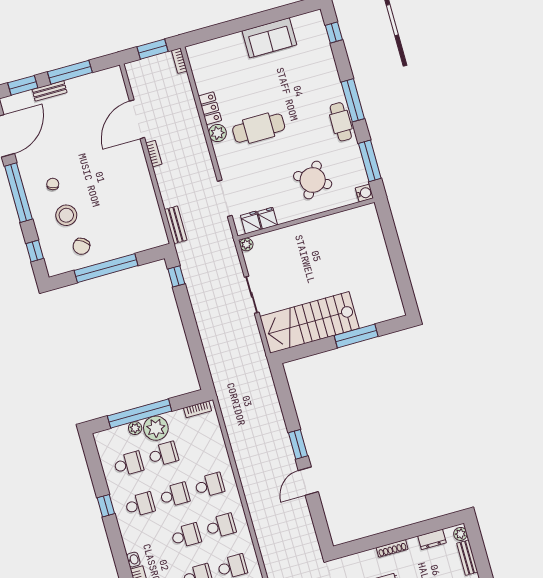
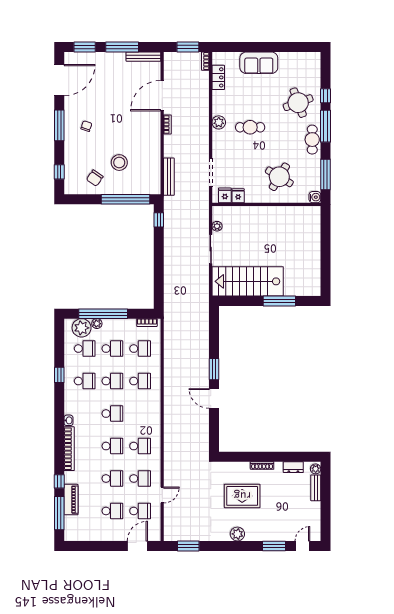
window: (334, 32) -> (325, 96), moved
sofa: (269, 38) -> (259, 63), moved
round table: (310, 80) -> (298, 103), added
bench: (50, 91) -> (143, 57), moved, width x1.36
locker: (210, 108) -> (218, 77), moved
cafe table: (259, 128) -> (250, 127), width x0.73, depth x0.74
window: (18, 193) -> (59, 125), width x0.68
stool: (66, 215) -> (119, 163), moved
bench: (176, 225) -> (169, 177), width x1.36
plant: (246, 244) -> (217, 226), moved
window: (106, 268) -> (126, 199), moved
plant: (156, 428) -> (82, 328), moved
door: (308, 481) -> (214, 398), hinge flipped
school desk: (221, 526) -> (140, 349), moved

